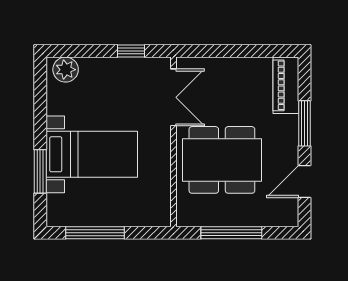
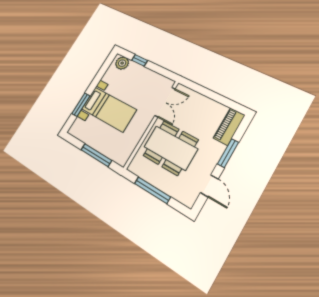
window: (131, 51) -> (140, 60), moved
door: (304, 181) -> (209, 186), swing flipped
window: (95, 233) -> (96, 155), moved

